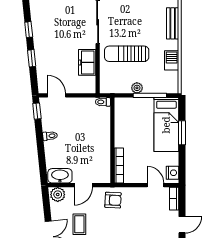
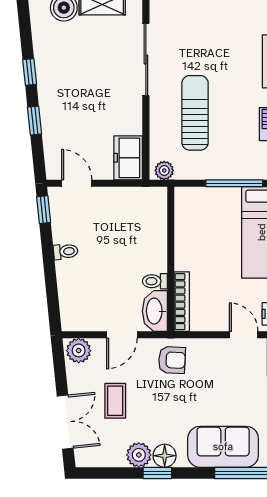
sun lounger: (127, 54) -> (195, 113), turned 90
freezer: (87, 62) -> (128, 158), moved
plant: (137, 88) -> (164, 170), moved
toilet: (103, 102) -> (155, 281), moved
washbasin: (60, 176) -> (155, 311), moved, turned -90

